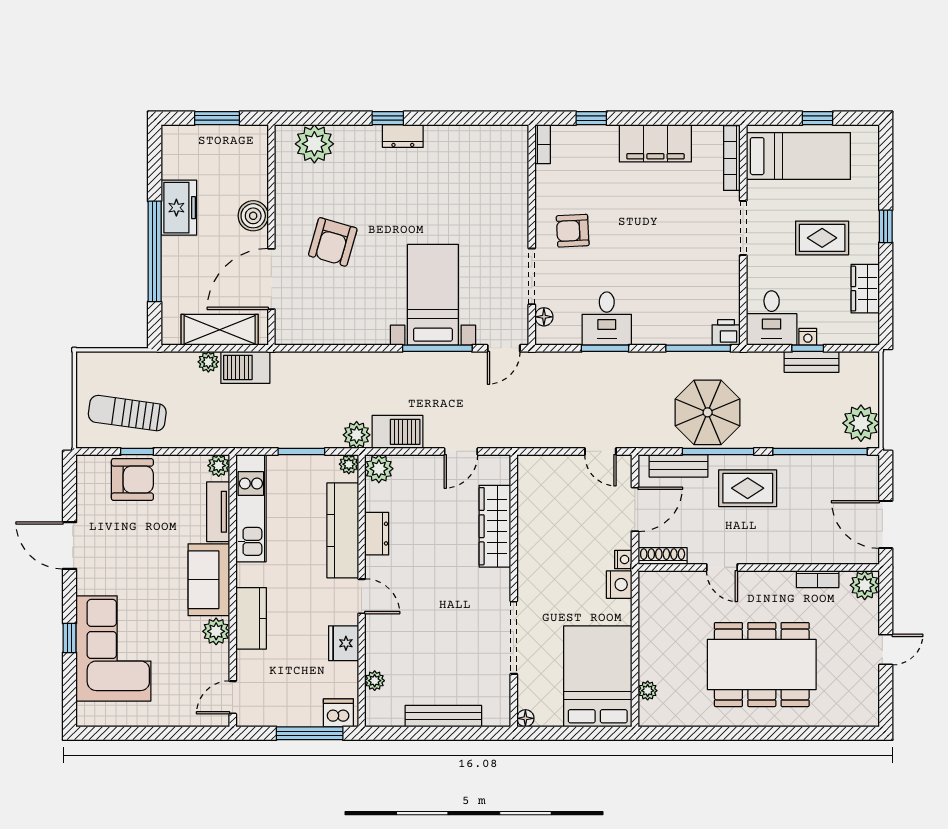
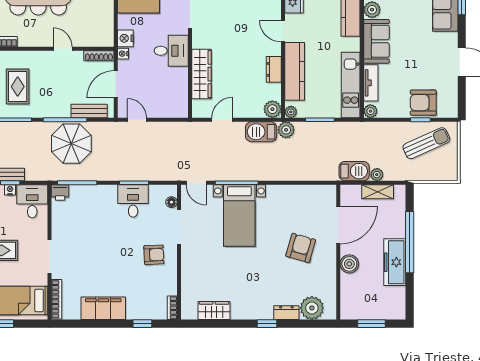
dresser: (403, 136) -> (286, 313), moved
wardrobe: (474, 140) -> (214, 311), added
freezer: (179, 208) -> (395, 262), width x1.40
shelving: (220, 330) -> (378, 192), width x0.67, depth x0.75
door: (504, 348) -> (196, 183), swing flipped
sun lounger: (127, 413) -> (426, 143), turned -32
rug: (748, 488) -> (18, 87), moved, turned 90
desk: (544, 564) -> (171, 51), added

